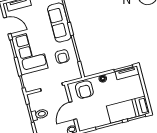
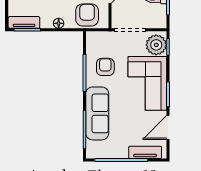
door: (7, 26) -> (168, 127), hinge flipped
plant: (31, 81) -> (156, 45), added

